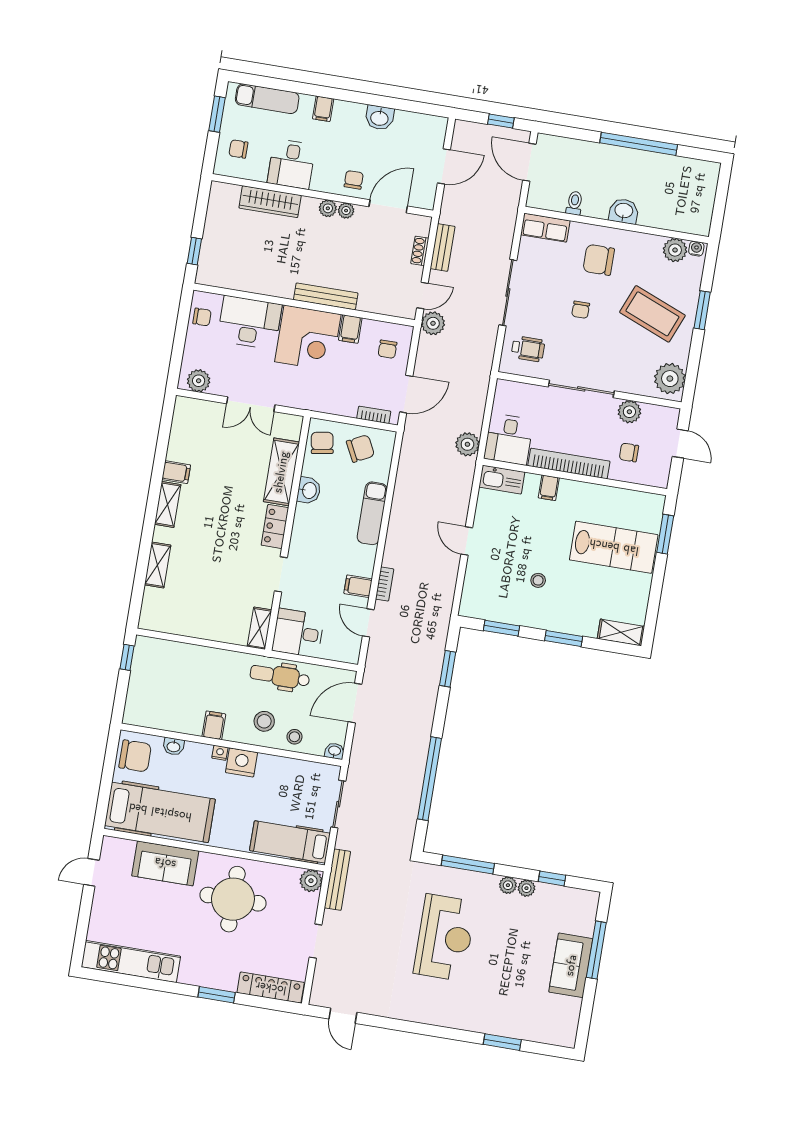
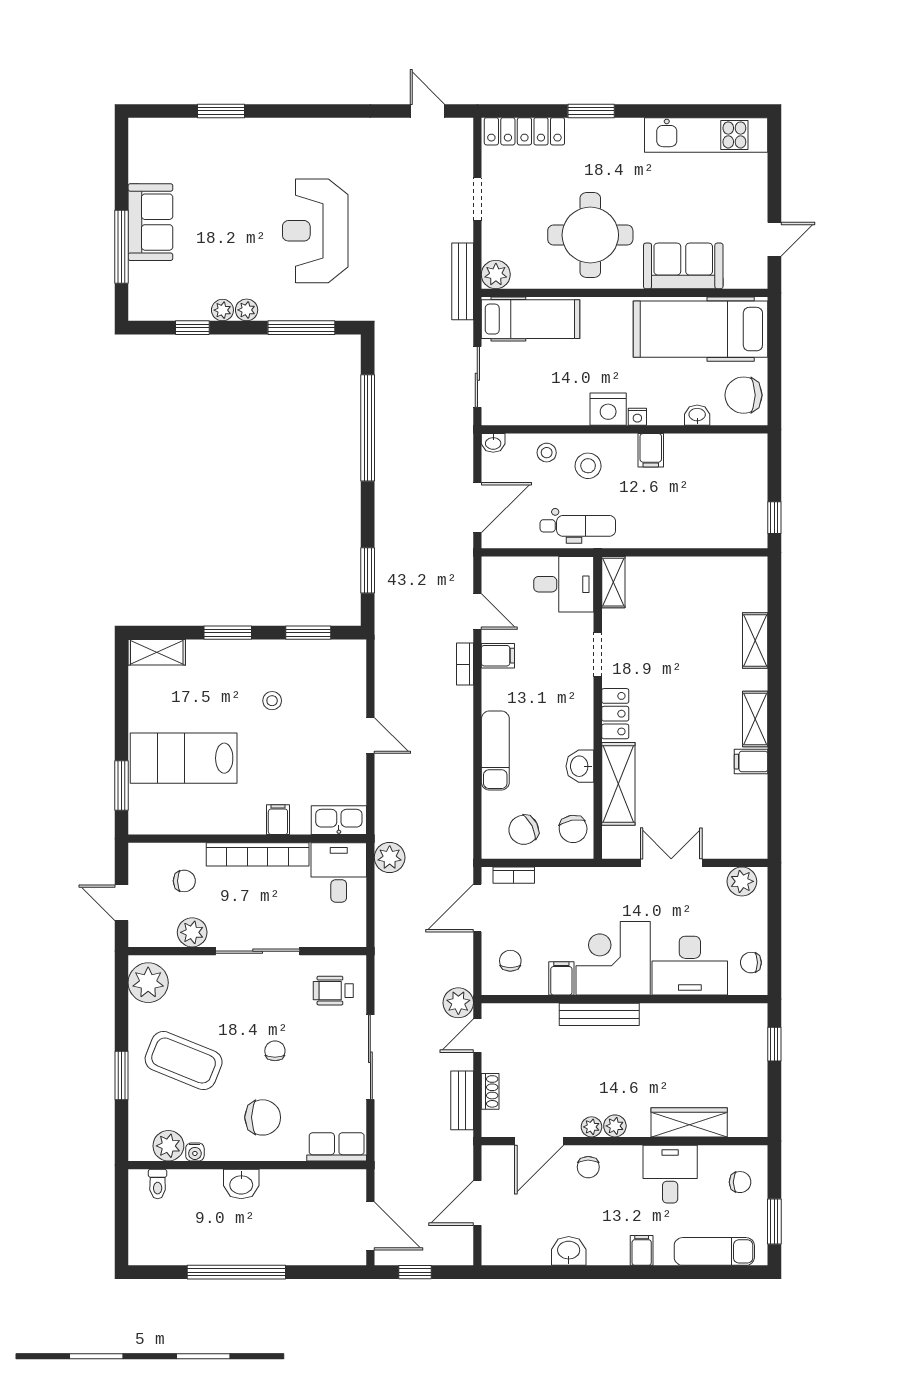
toilet: (574, 203) -> (158, 1184), moved
water cooler: (696, 249) -> (195, 1152), moved

